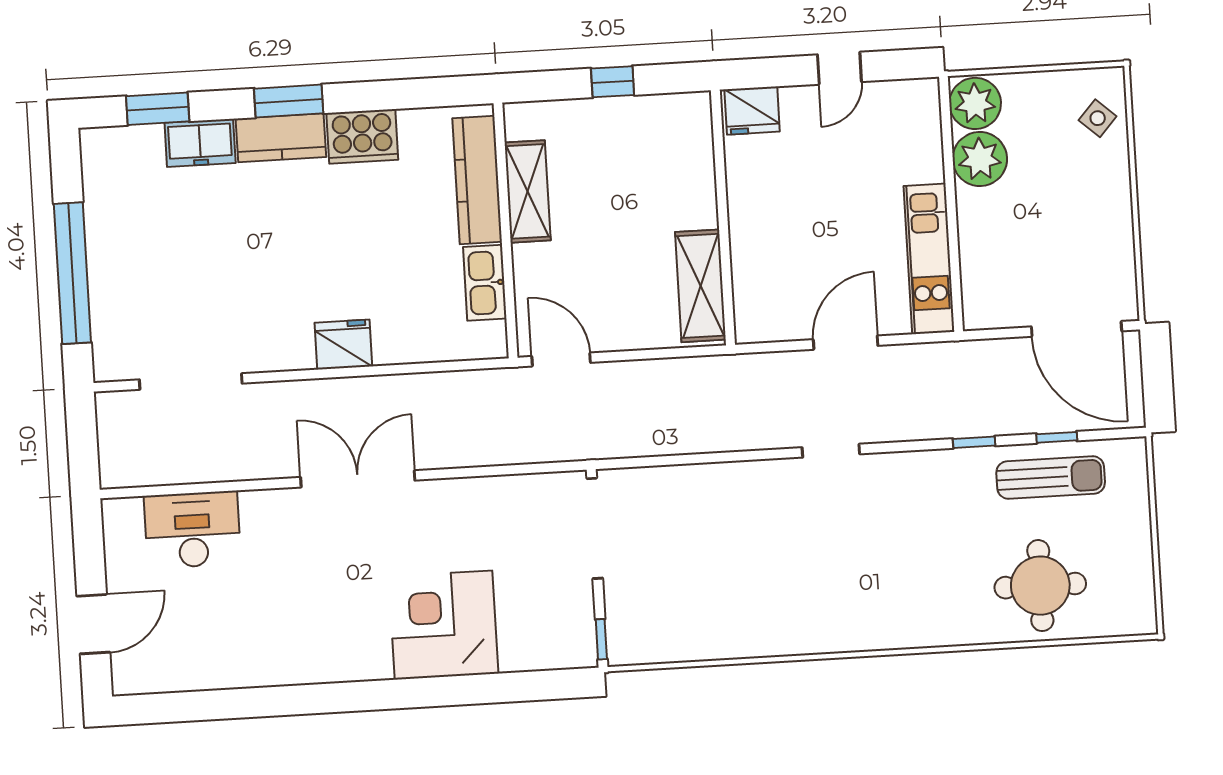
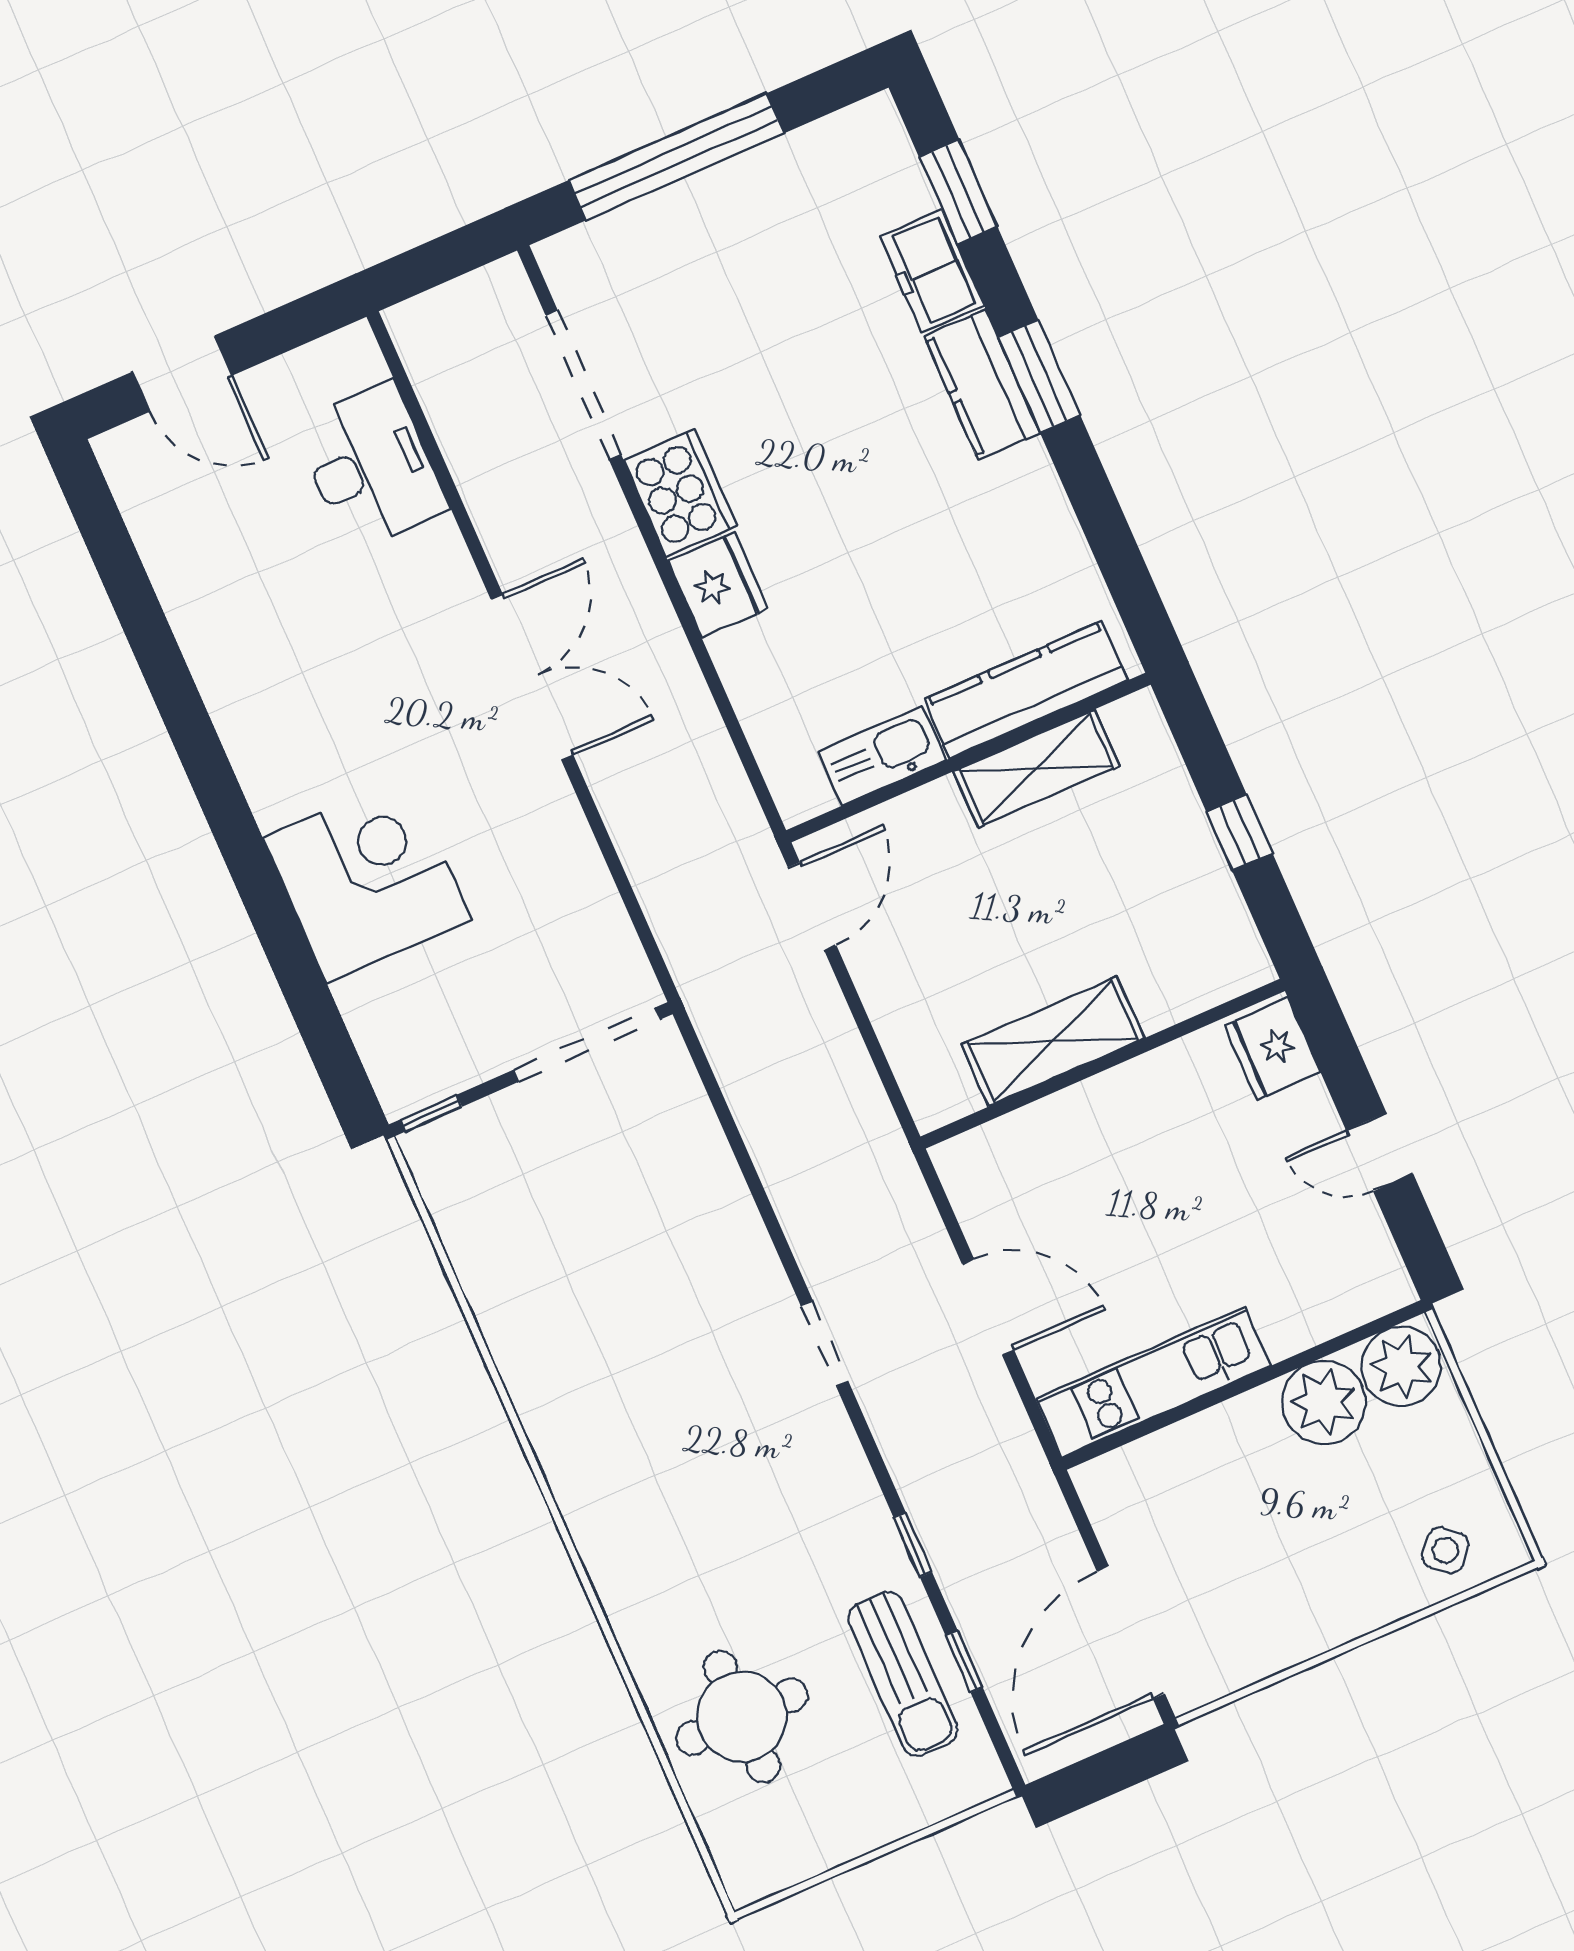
cooker: (362, 136) -> (680, 493), moved, turned 180
shelving: (701, 286) -> (1053, 1041), moved

